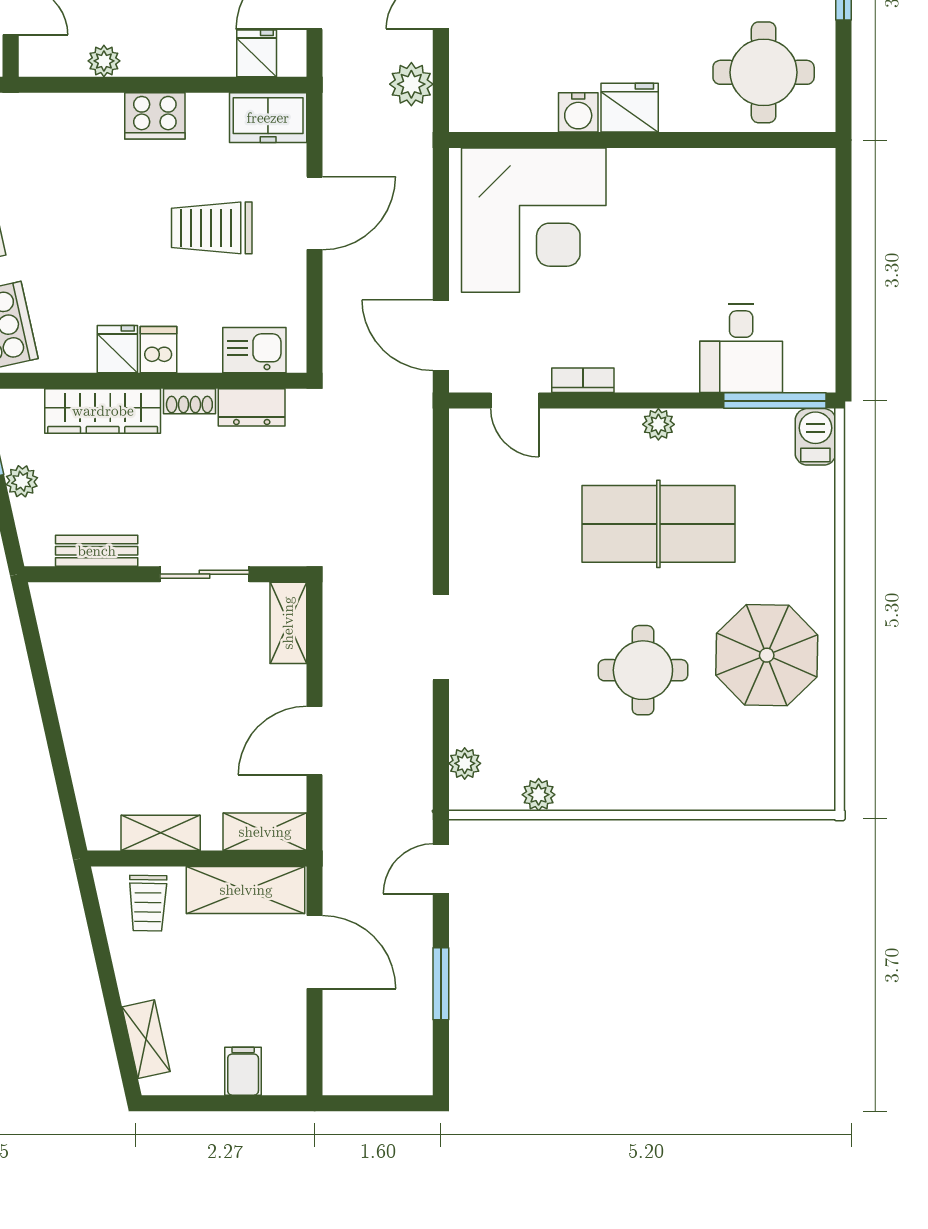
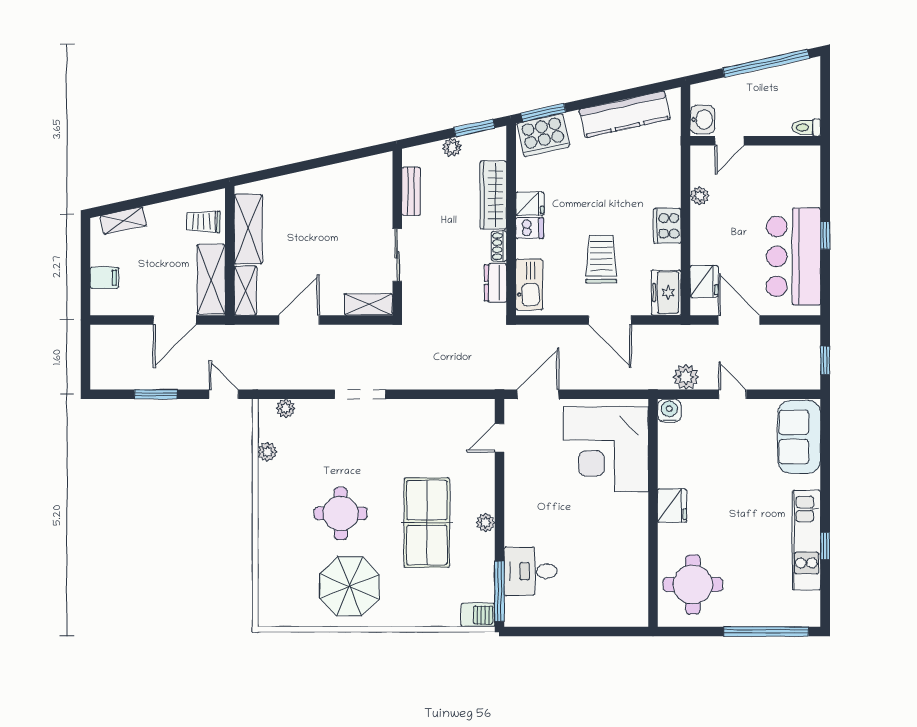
fridge: (257, 53) -> (704, 281), width x1.38
water cooler: (578, 112) -> (669, 411), moved, turned 90
kitchen sink: (254, 350) -> (529, 284), width x1.38
bookcase: (583, 380) -> (511, 478), removed
door: (315, 741) -> (299, 320), hinge flipped
shelving: (161, 833) -> (248, 229), width x1.50, depth x1.33

